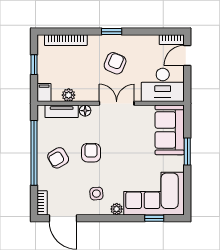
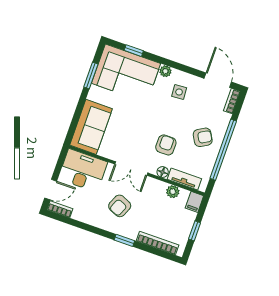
window: (112, 32) -> (124, 240), moved
window: (187, 152) -> (91, 76), moved
armchair: (91, 153) -> (166, 145), moved, turned 180

